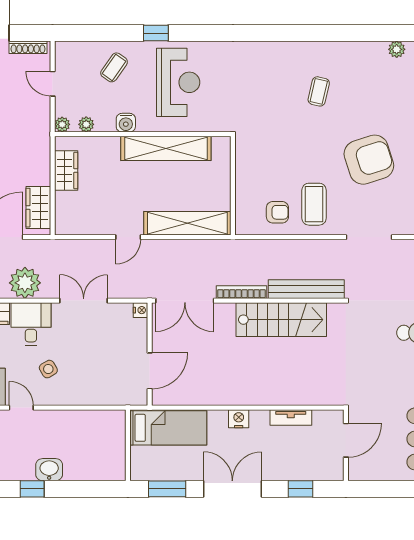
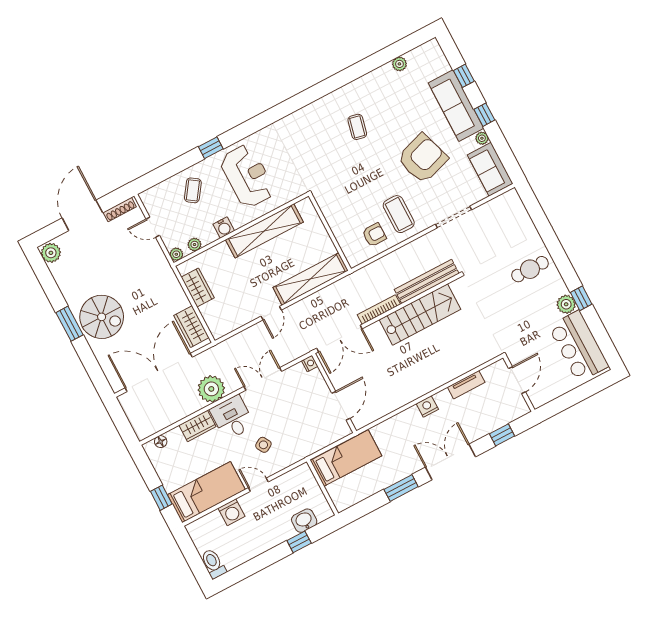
bed: (168, 428) -> (346, 458), moved
wall: (128, 445) -> (323, 487), moved

